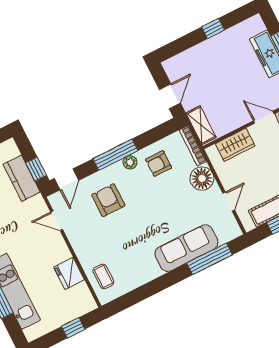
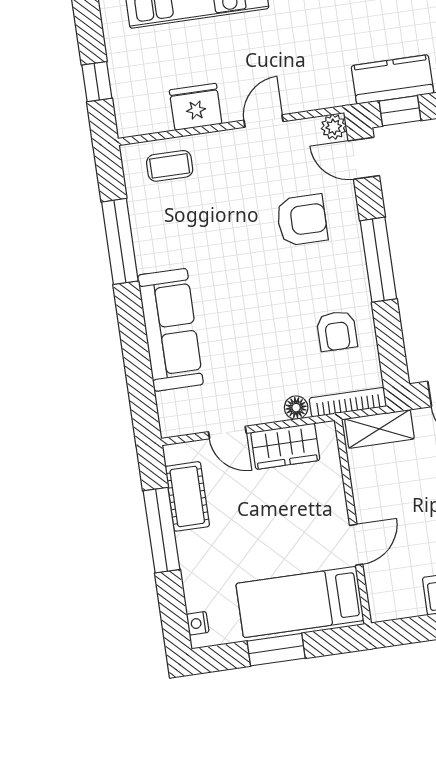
wardrobe: (235, 145) -> (285, 446), moved, turned -90
plant: (130, 162) -> (334, 127), moved
armchair: (159, 163) -> (337, 331), turned 180
floor lamp: (202, 179) -> (296, 408), width x0.53, depth x0.53
door: (57, 221) -> (264, 121), moved
window: (210, 259) -> (120, 241), moved

